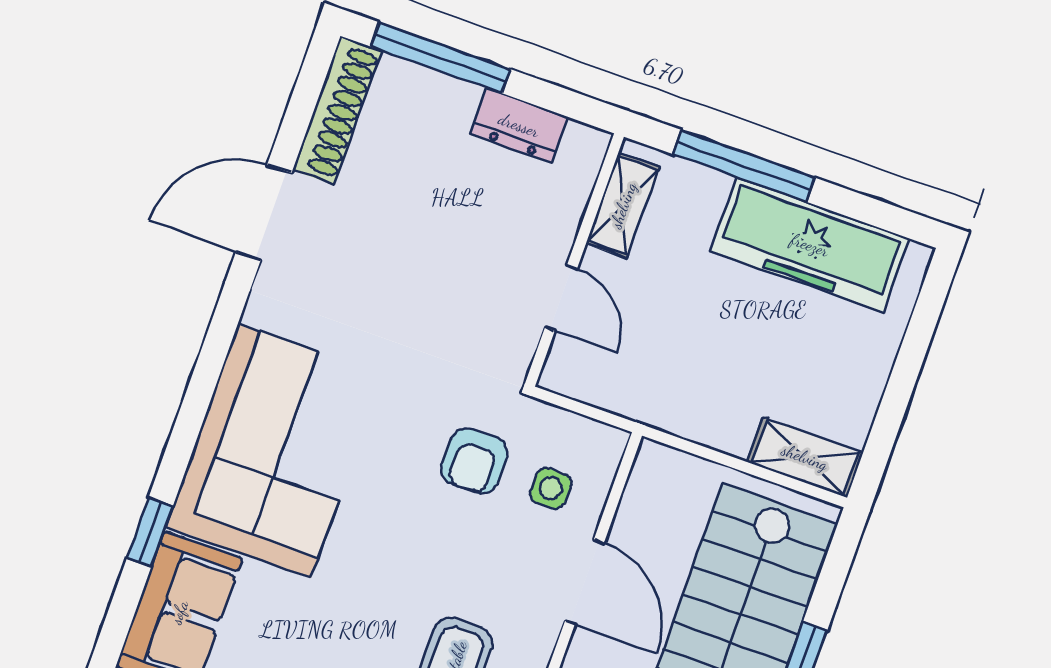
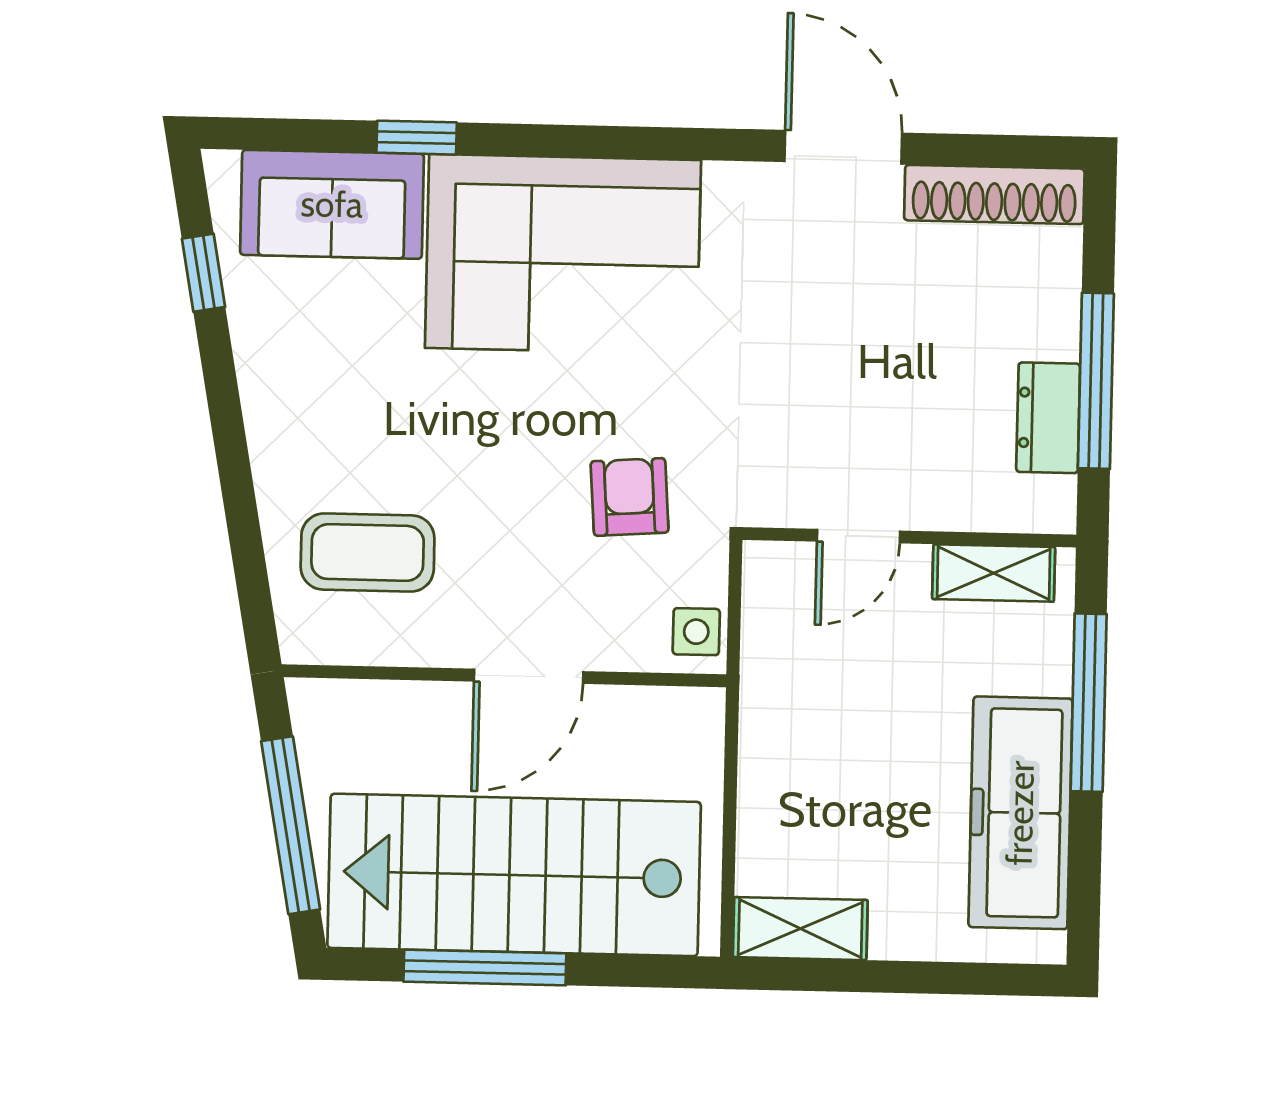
window: (440, 58) -> (1096, 381), moved
shelving: (805, 457) -> (800, 929), moved, turned 90
armchair: (474, 461) -> (630, 497), turned 86
side table: (550, 488) -> (696, 632), moved

